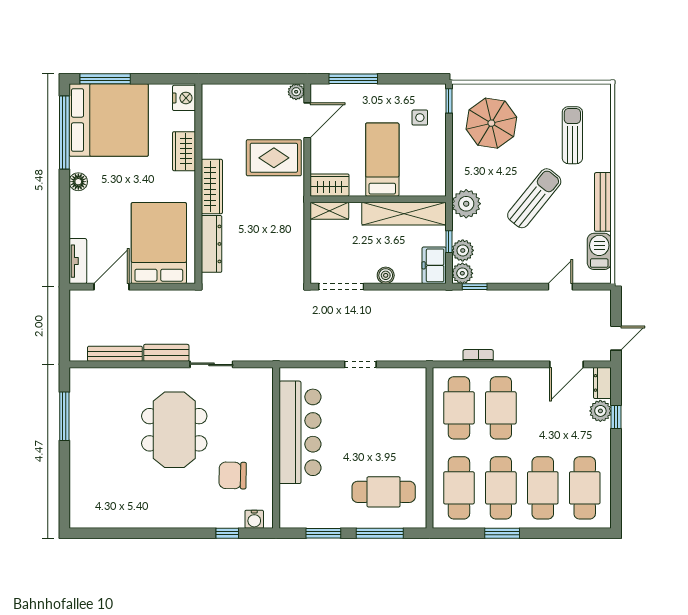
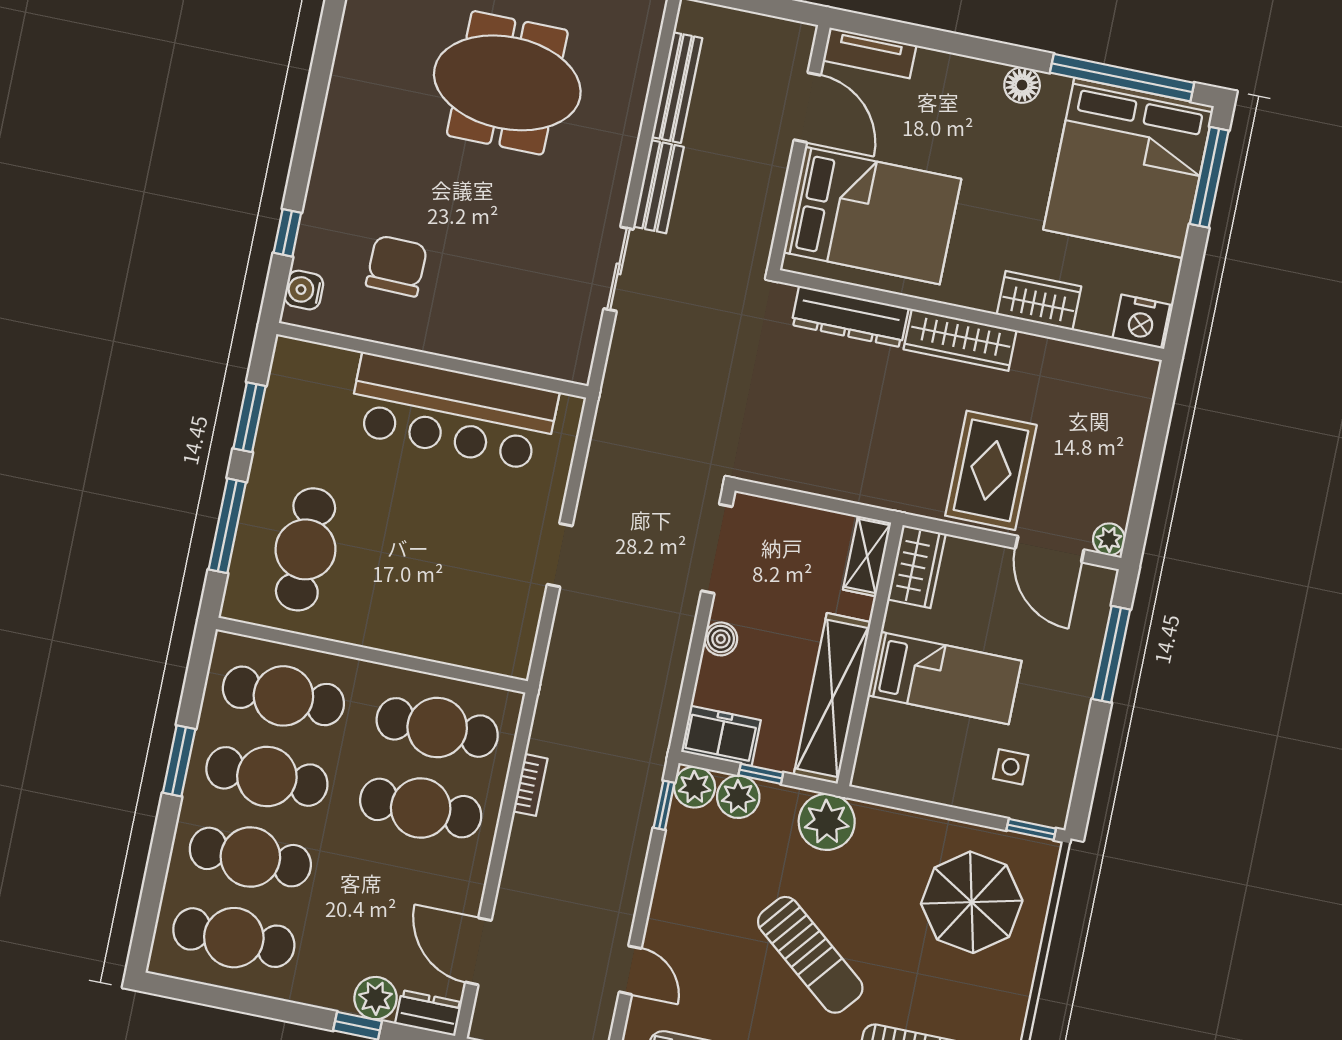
meeting table: (174, 430) -> (507, 83), moved

